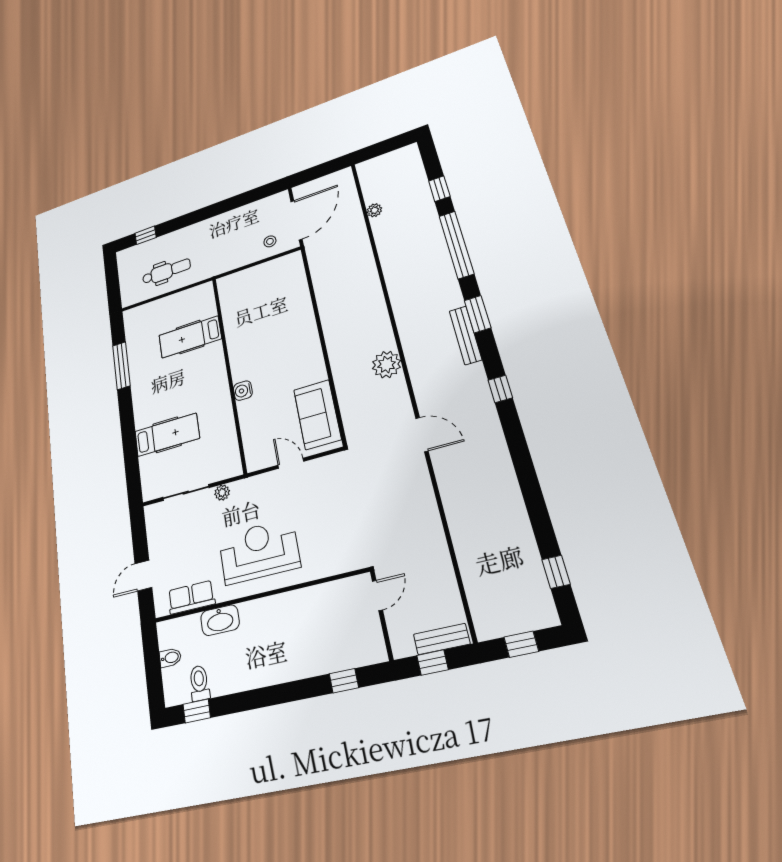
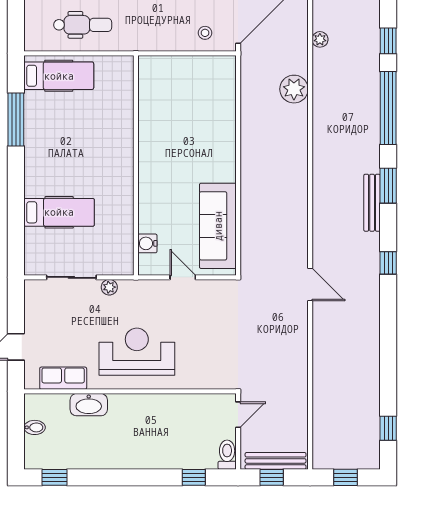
hospital bed: (190, 337) -> (59, 76), moved, turned 180
plant: (386, 365) -> (294, 89), moved
water cooler: (243, 391) -> (147, 243), moved
sofa: (317, 415) -> (218, 226), width x1.36
bench: (442, 639) -> (276, 461), width x1.36
toilet: (199, 683) -> (227, 455), moved

